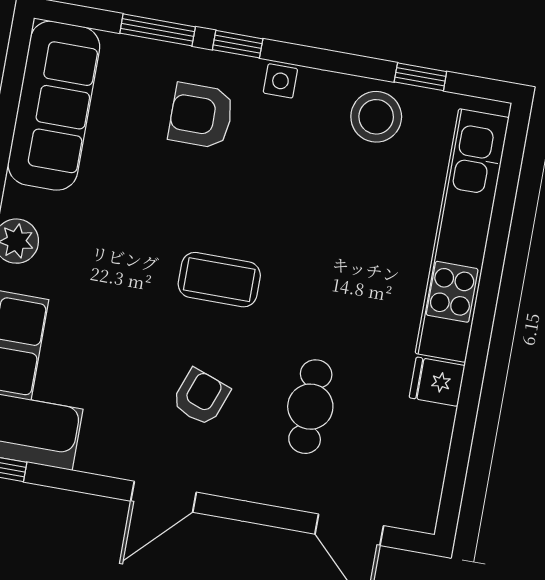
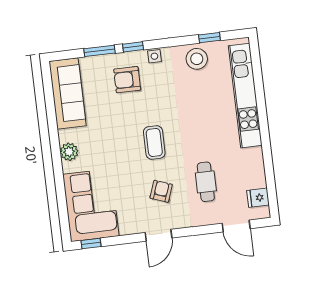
coffee table: (219, 280) -> (154, 142), turned 90
fridge: (437, 382) -> (258, 198), moved

